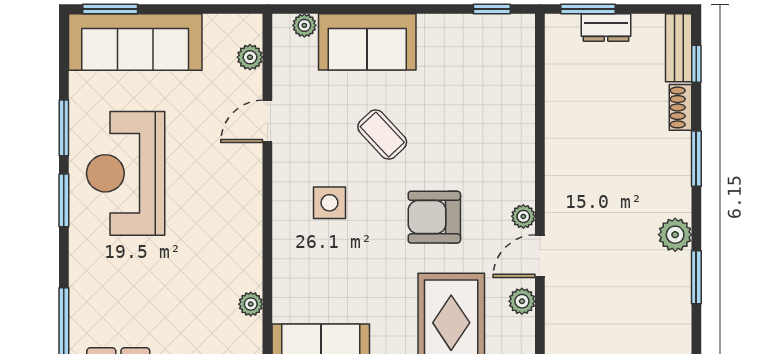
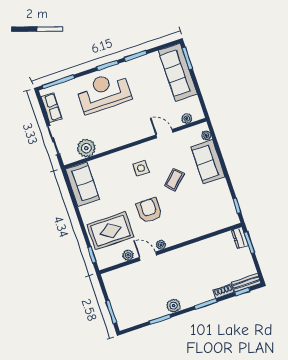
dresser: (606, 28) -> (240, 238), moved
reception desk: (126, 173) -> (104, 92), moved
plant: (251, 304) -> (86, 148), width x1.87, depth x1.87

